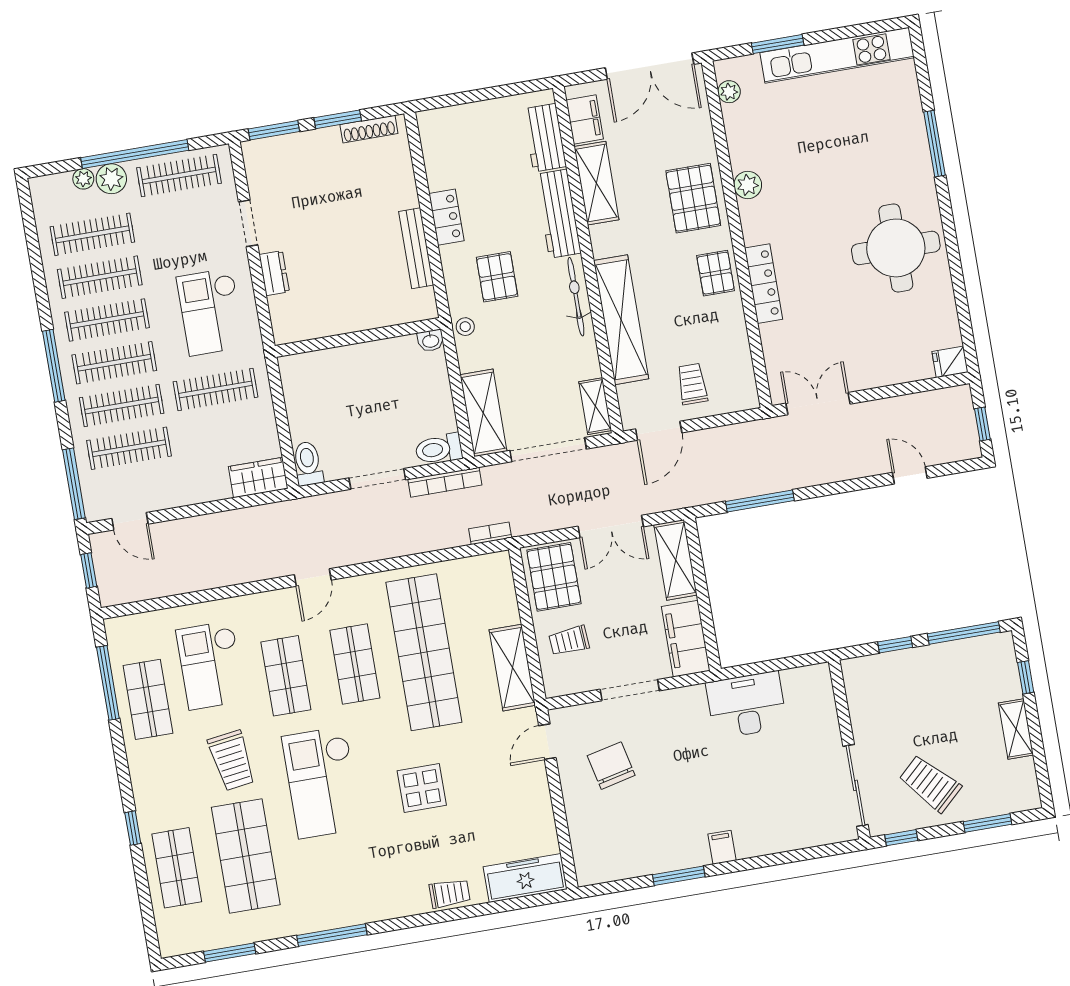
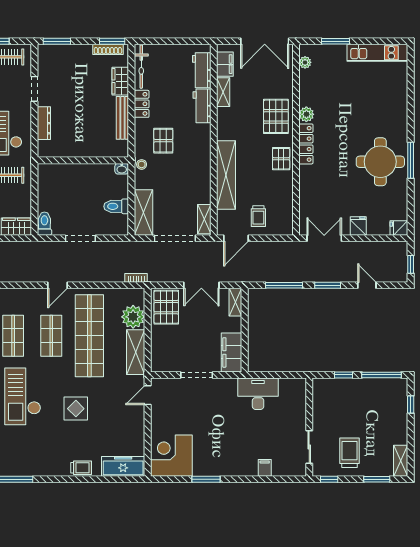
kitchen unit: (837, 55) -> (377, 53), width x0.73
window: (338, 119) -> (112, 41), moved
window: (934, 144) -> (411, 160), moved
wardrobe: (401, 183) -> (120, 81), added
shelving: (596, 183) -> (223, 92), width x0.67, depth x0.75
workbench: (558, 214) -> (202, 106), width x0.73
dresser: (274, 273) -> (44, 123), width x1.44
locker: (763, 284) -> (306, 144), moved
bicycle: (576, 297) -> (141, 67), moved, turned 180
fridge: (876, 371) -> (358, 226), added
trolley: (692, 384) -> (258, 216), turned 180
toilet: (439, 449) -> (116, 206), moved
bookcase: (445, 482) -> (116, 246), removed
window: (839, 488) -> (328, 285), added
shelving: (676, 560) -> (235, 302), width x0.67, depth x0.75
door: (313, 577) -> (57, 285), moved
plant: (497, 605) -> (133, 317), added
trolley: (569, 641) -> (169, 343), removed
shelving: (1016, 729) -> (401, 461), moved
chair: (611, 766) -> (180, 414), removed
trolley: (930, 783) -> (349, 453), turned 43
sliding door: (855, 785) -> (309, 447), width x0.73
corner desk: (609, 844) -> (171, 456), added
filing cabinet: (722, 847) -> (265, 468), moved

